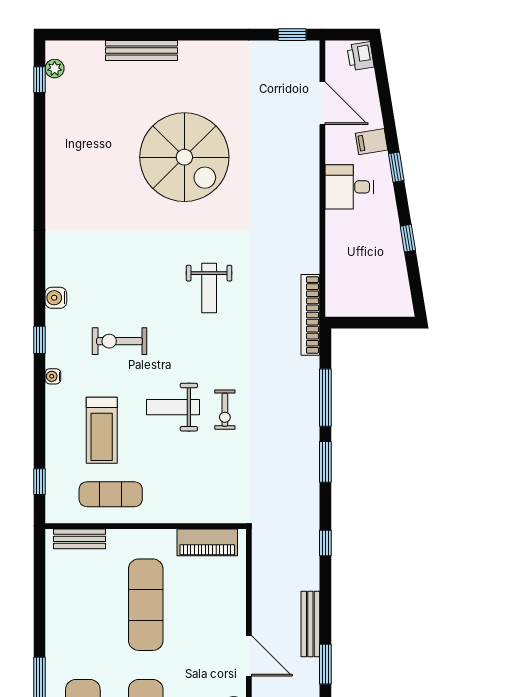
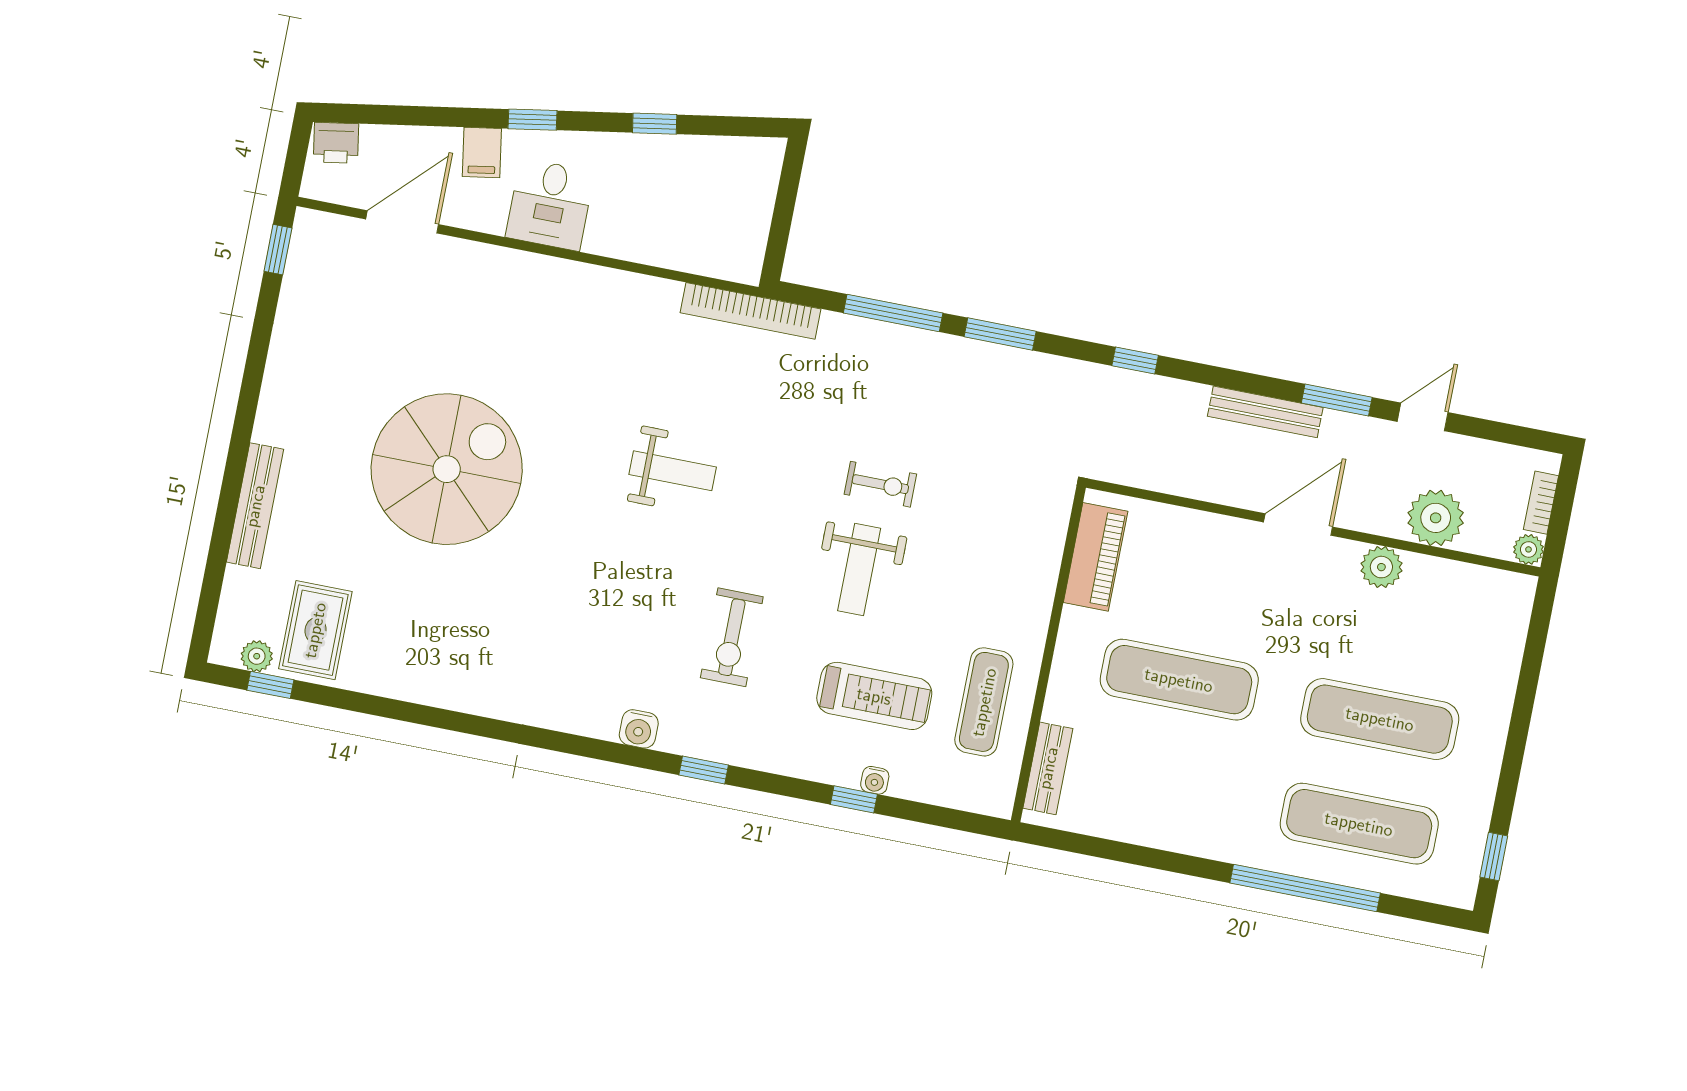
rug: (76, 100) -> (315, 630), added
water cooler: (53, 376) -> (875, 780), moved
window: (40, 482) -> (854, 799), moved

